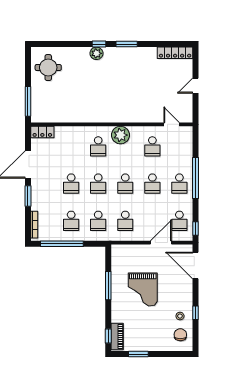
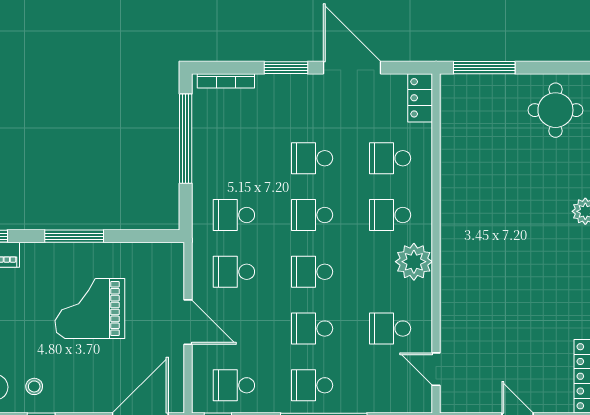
door: (172, 124) -> (436, 369), swing flipped
school desk: (71, 221) -> (390, 158), moved
door: (161, 243) -> (188, 322), moved
window: (108, 286) -> (74, 236), moved

